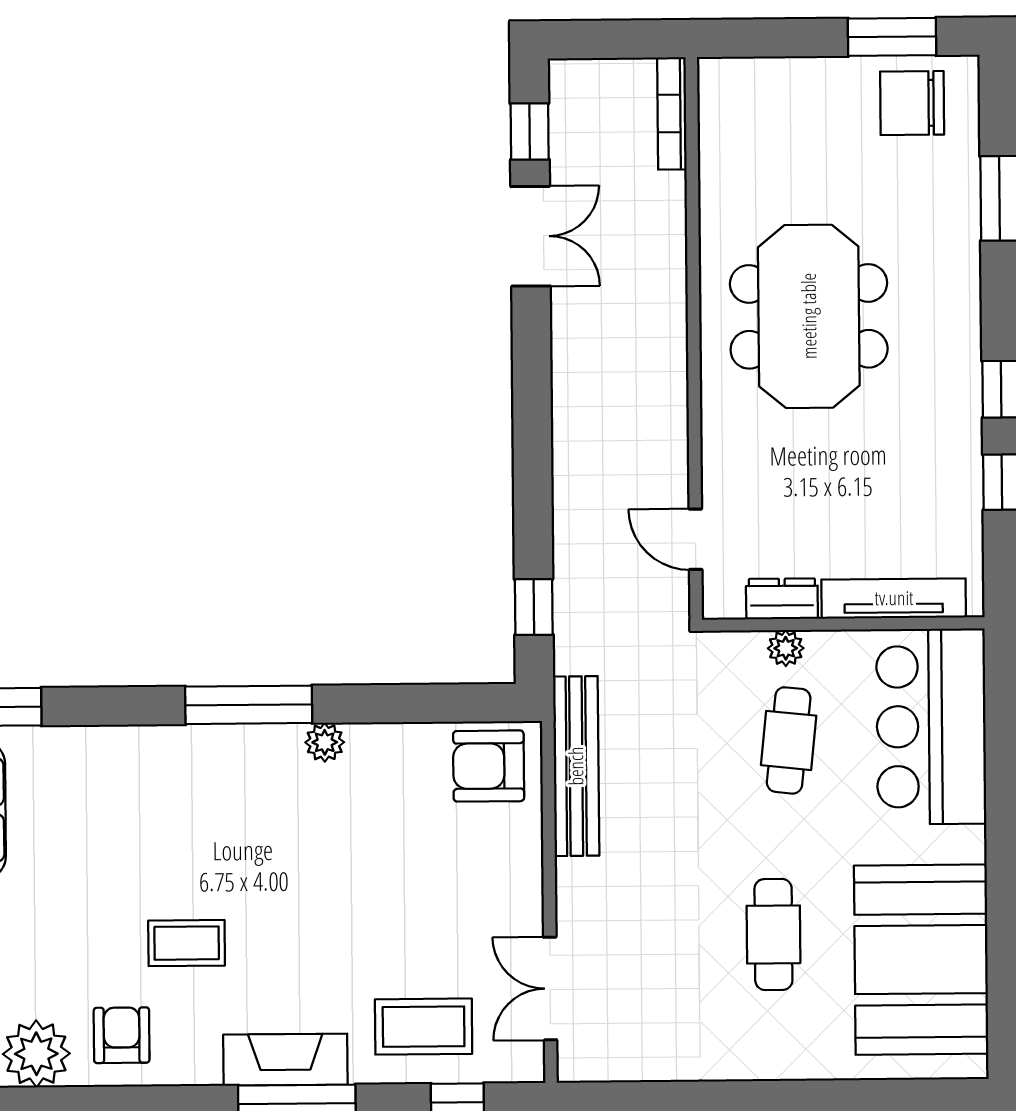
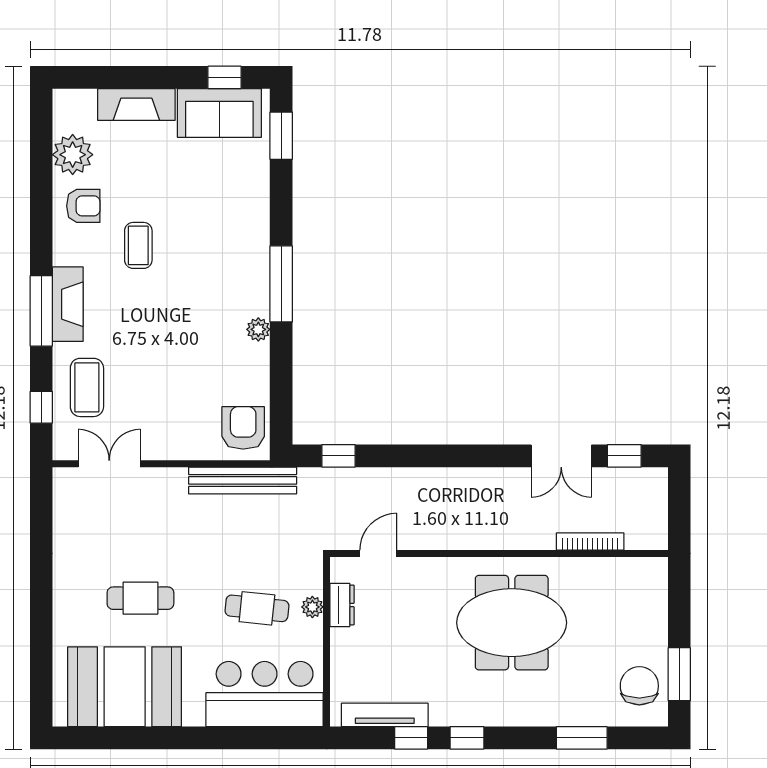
bookcase: (672, 113) -> (590, 541), moved
tv unit: (894, 598) -> (385, 715), moved, turned -90

